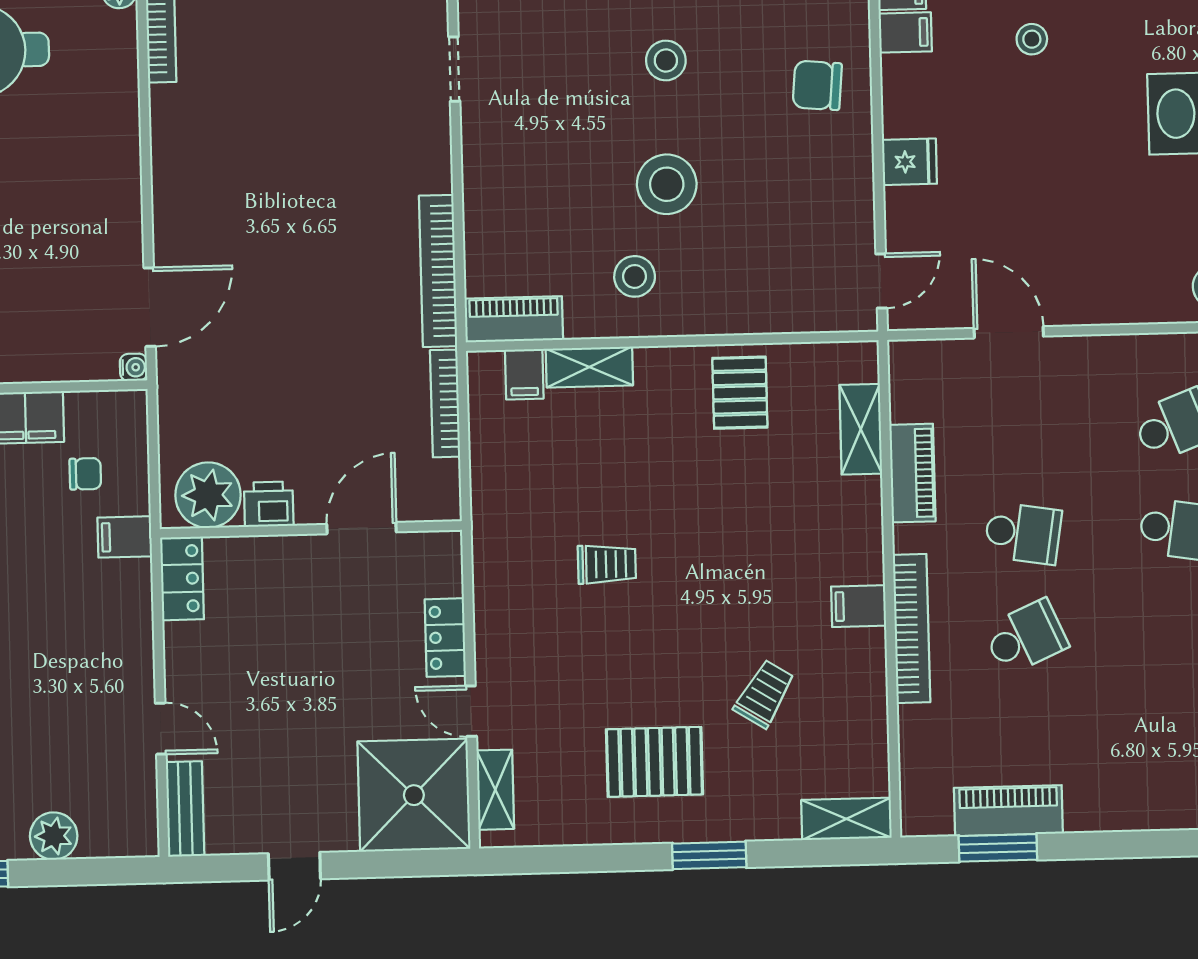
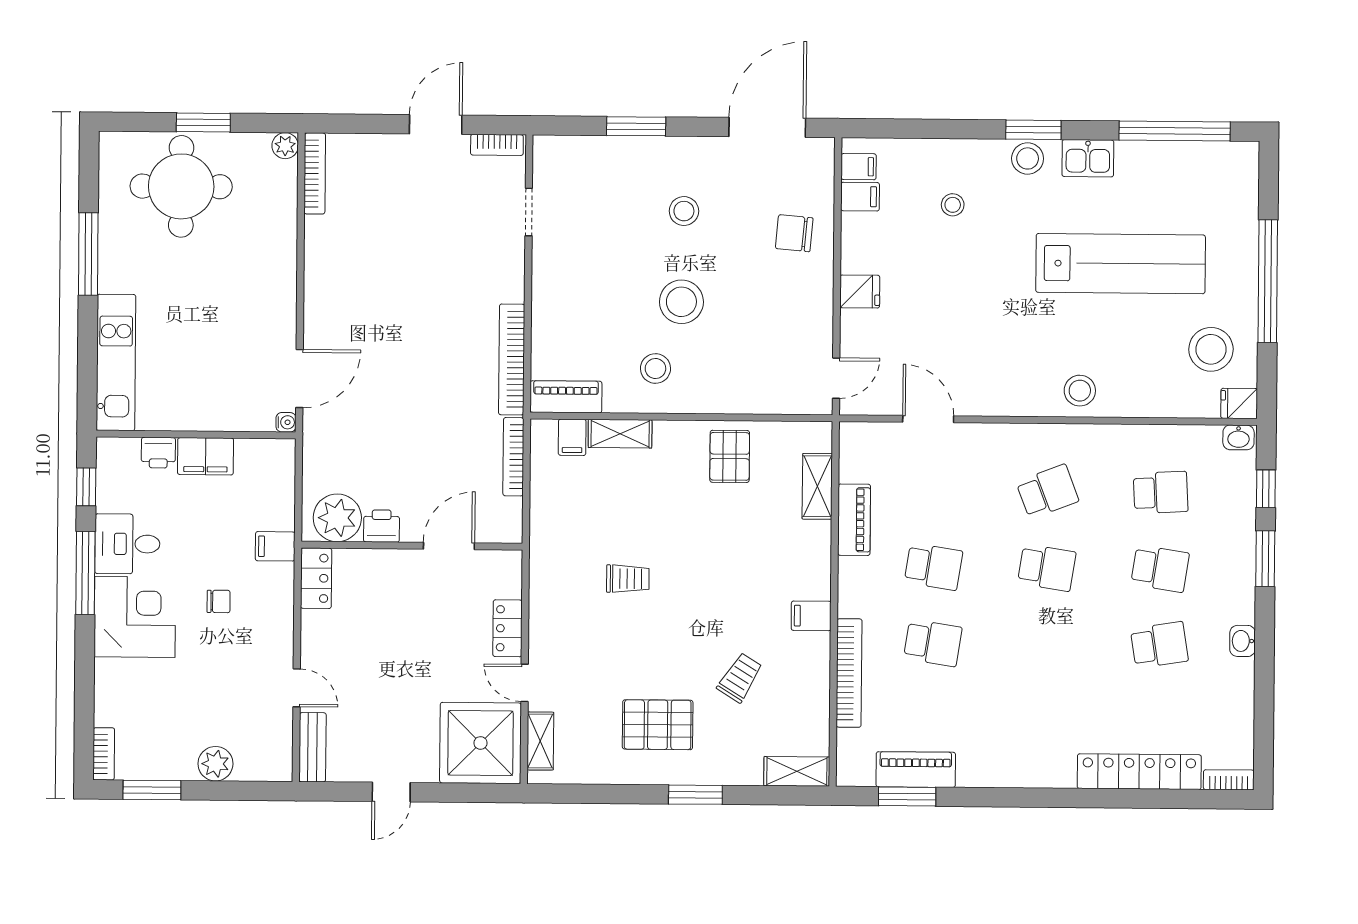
chair: (85, 474) -> (219, 601), moved
bookcase: (912, 628) -> (849, 673), moved
school desk: (1026, 637) -> (933, 643), turned 33

